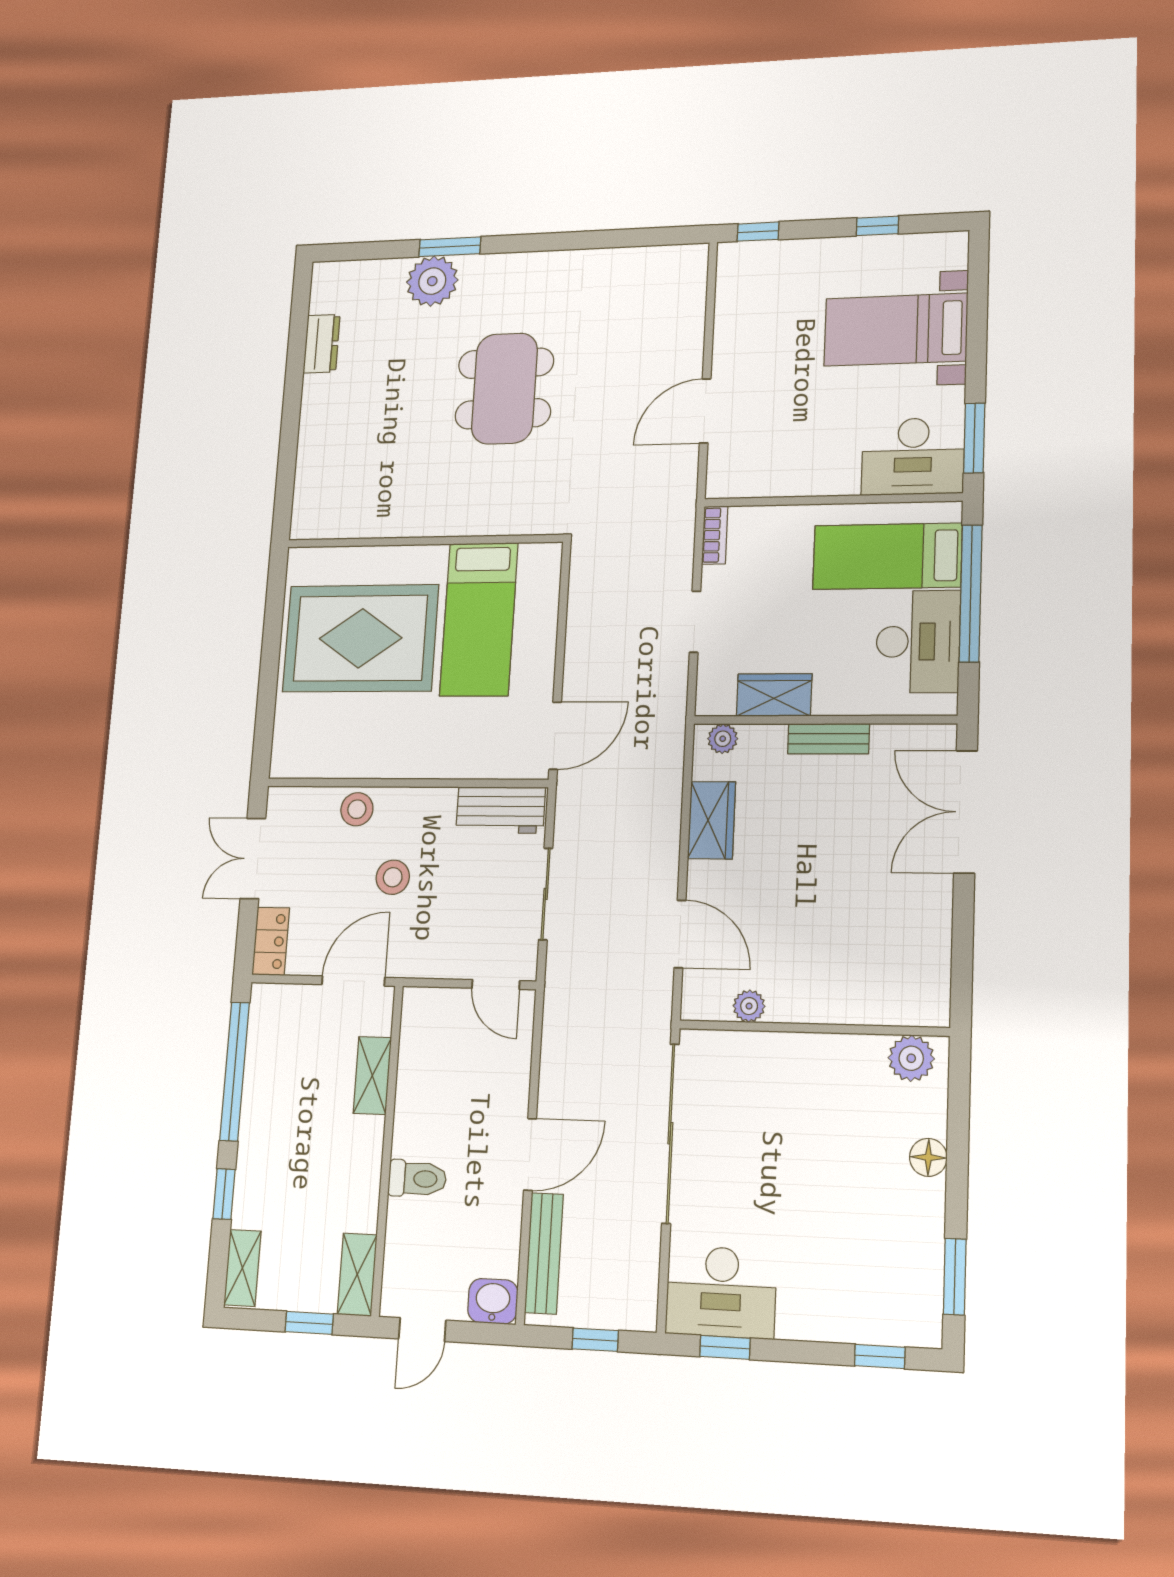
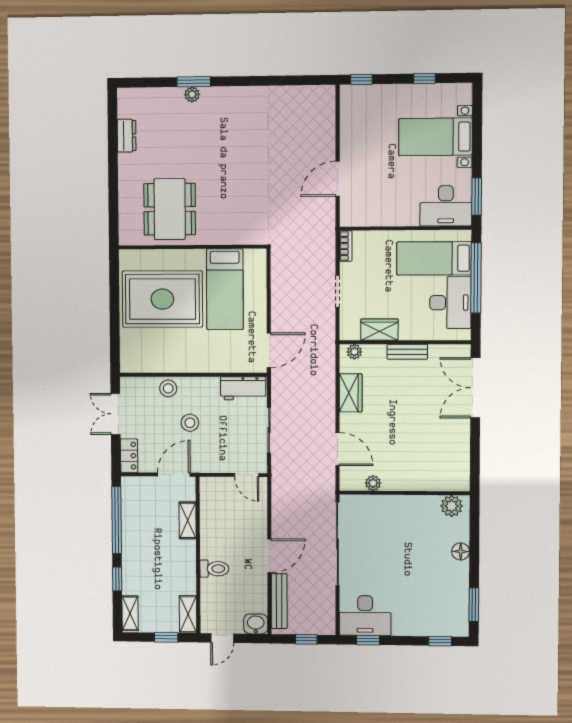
plant: (432, 281) -> (192, 94), width x0.53, depth x0.53
dining table: (504, 388) -> (170, 209), moved

